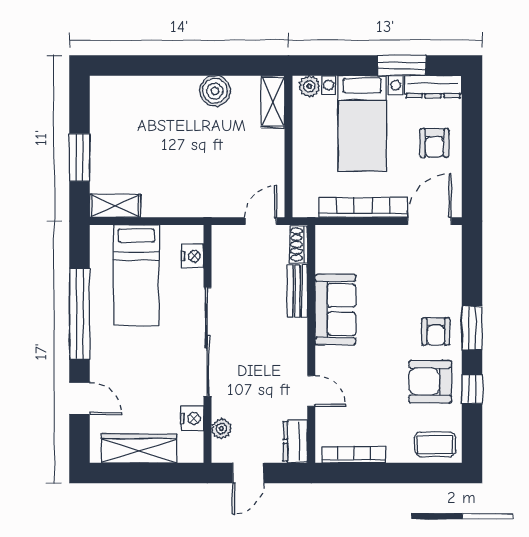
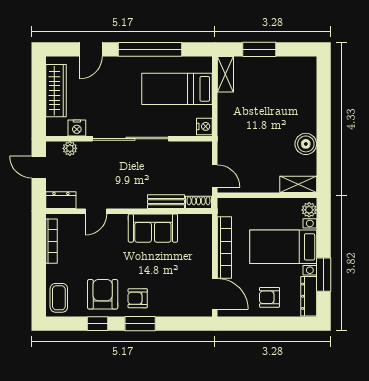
nightstand: (193, 256) -> (204, 126), moved, turned -90

